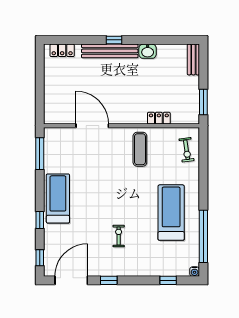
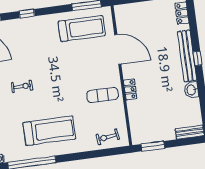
locker: (159, 118) -> (130, 89), moved
door: (92, 126) -> (118, 49), hinge flipped
treadmill: (58, 198) -> (82, 28), moved

